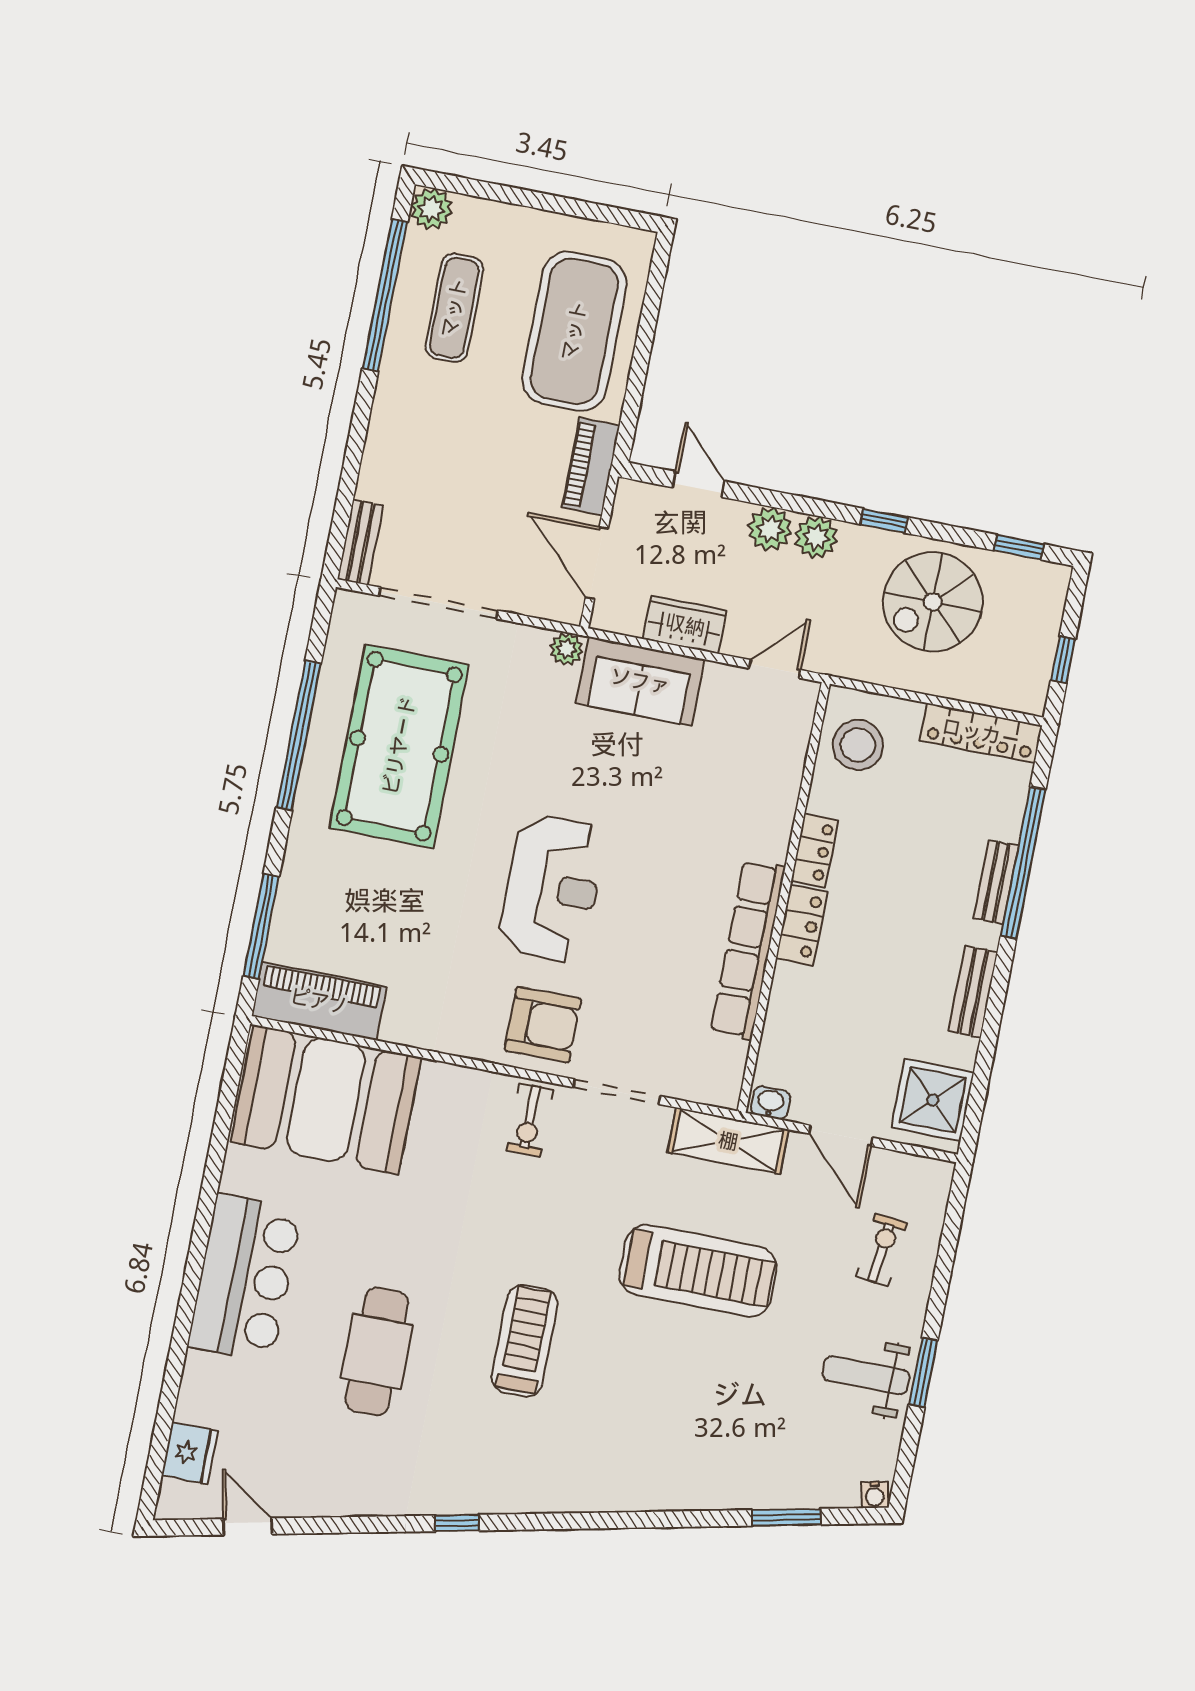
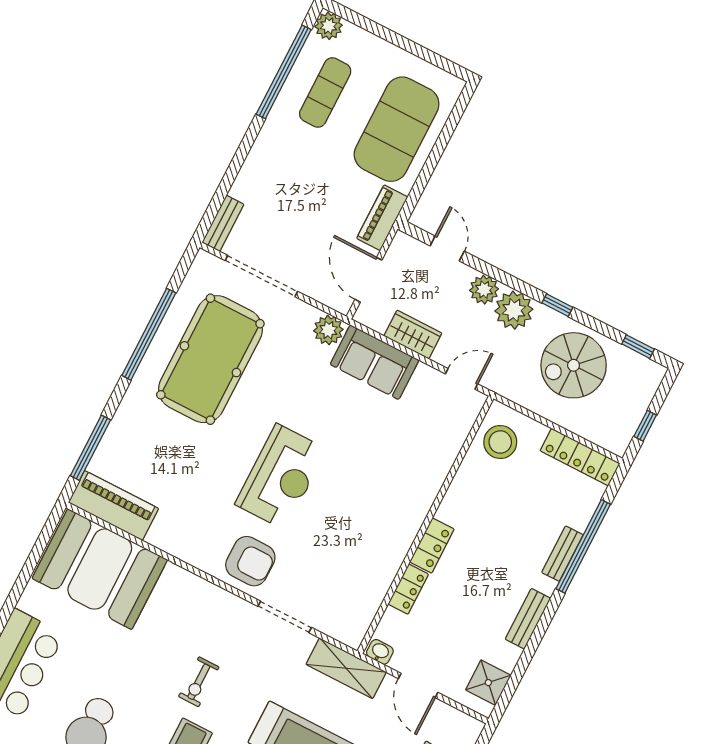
plant: (816, 537) -> (514, 310), width x1.36, depth x1.36
plant: (567, 649) -> (328, 330), width x1.38, depth x1.38
locker: (814, 851) -> (408, 589), moved
row of seats: (748, 950) -> (394, 551), removed
shower: (933, 1100) -> (488, 683), width x0.73, depth x0.73
exercise bike: (529, 1120) -> (199, 682), moved

